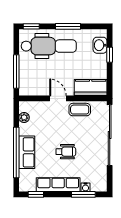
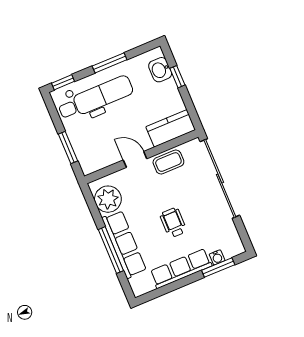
window: (16, 72) -> (68, 147), width x0.69
plant: (24, 117) -> (108, 199), width x1.87, depth x1.87
row of seats: (27, 152) -> (124, 244), width x1.48
wheelchair: (66, 152) -> (173, 223), turned -90
window: (16, 153) -> (111, 250), width x0.68
window: (36, 194) -> (158, 293), removed

